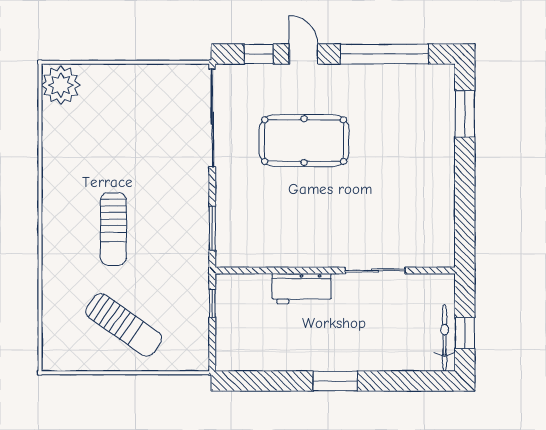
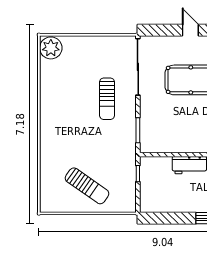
window: (259, 54) -> (165, 30), removed
sun lounger: (113, 229) -> (107, 99), moved

